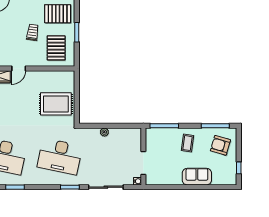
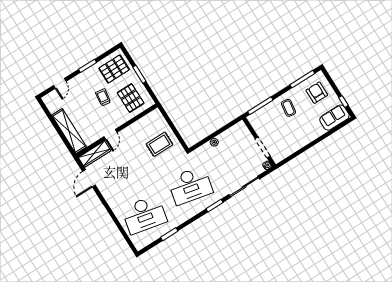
rug: (56, 104) -> (160, 144), width x0.73, depth x0.70
armchair: (220, 145) -> (317, 93), turned 74
sofa: (197, 177) -> (334, 118), moved

